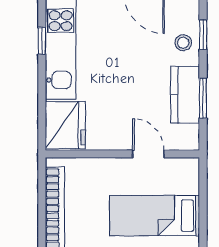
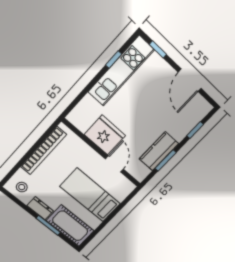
stool: (183, 43) -> (182, 125), removed
fridge: (65, 125) -> (105, 135), moved, turned -90

